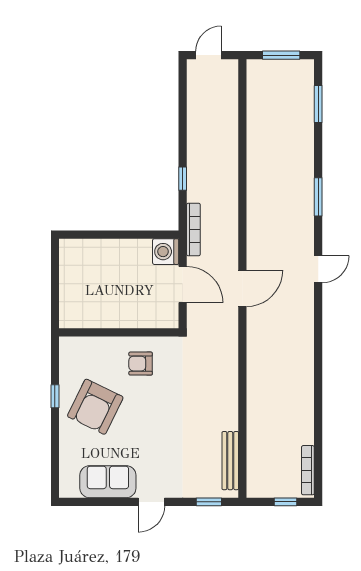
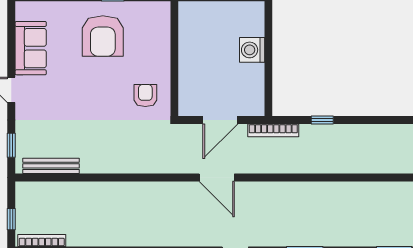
washing machine: (166, 252) -> (252, 50), moved, turned -90
armchair: (141, 364) -> (145, 96), moved
armchair: (95, 407) -> (103, 36), turned -116

